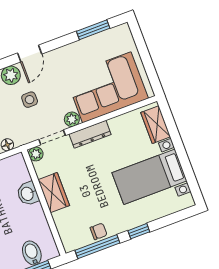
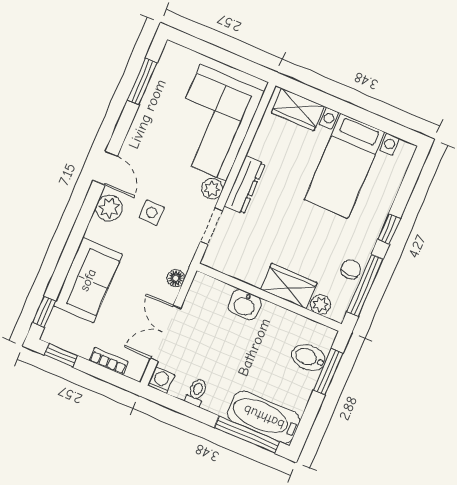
plant: (36, 154) -> (321, 305), moved
wardrobe: (54, 193) -> (289, 286), moved

